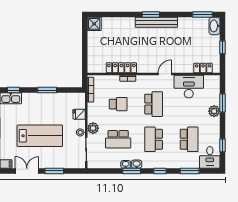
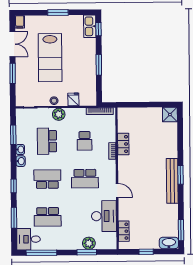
locker: (121, 68) -> (123, 144), width x0.66
plant: (214, 111) -> (89, 243), moved
window: (223, 145) -> (41, 253), width x2.17
window: (132, 171) -> (13, 135), moved

